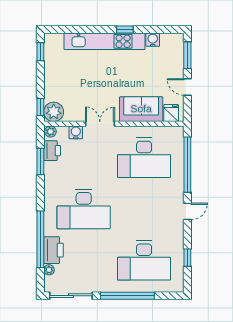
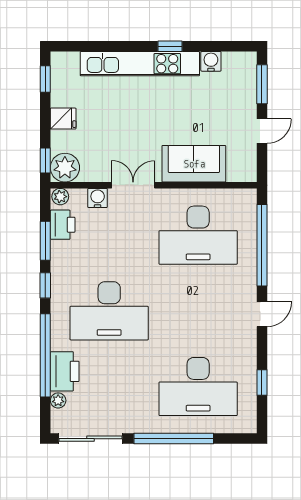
door: (187, 87) -> (262, 131), swing flipped
fridge: (171, 113) -> (63, 119), moved, turned 90
window: (40, 192) -> (45, 285), added

